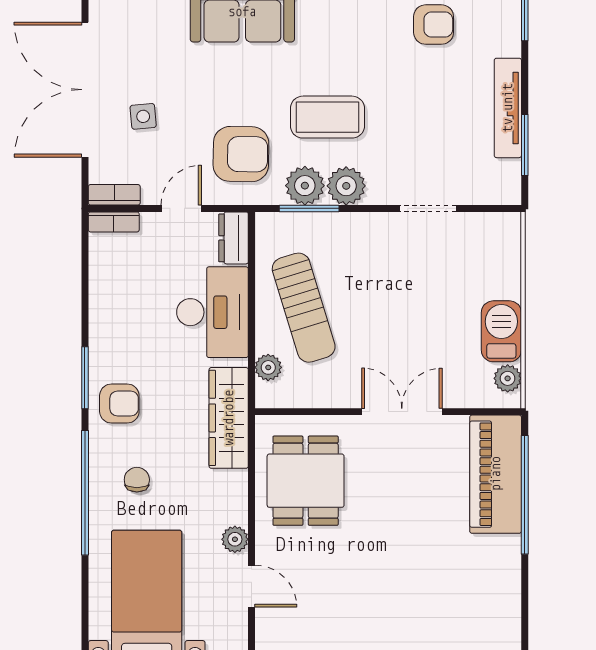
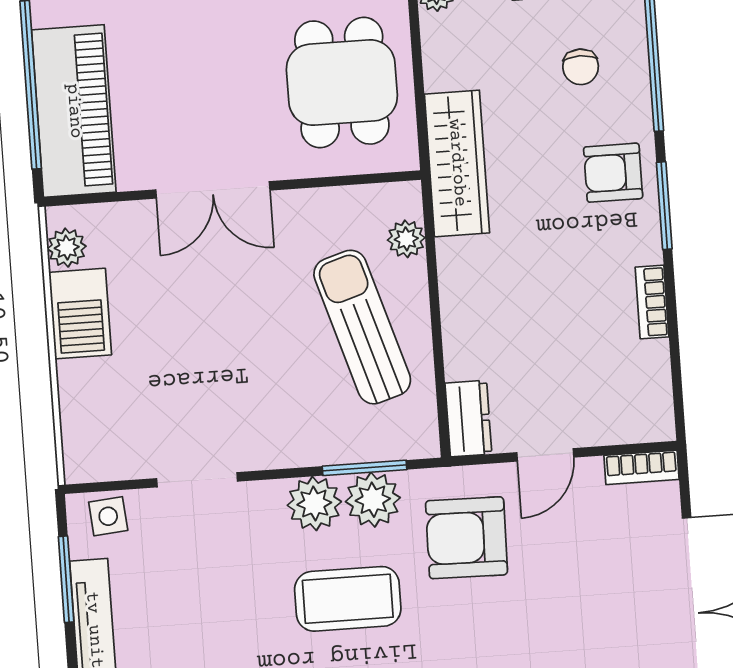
side table: (143, 116) -> (108, 516), moved
bookcase: (114, 222) -> (652, 302), moved, turned -90
desk: (212, 312) -> (491, 311), removed

